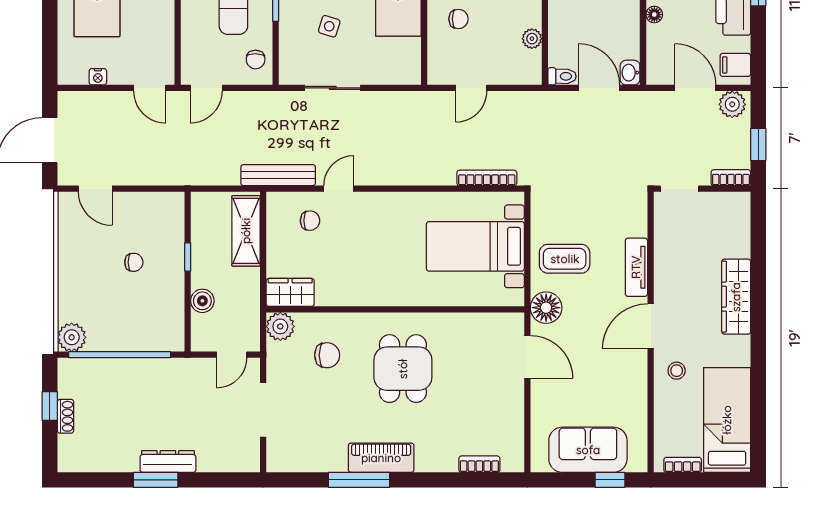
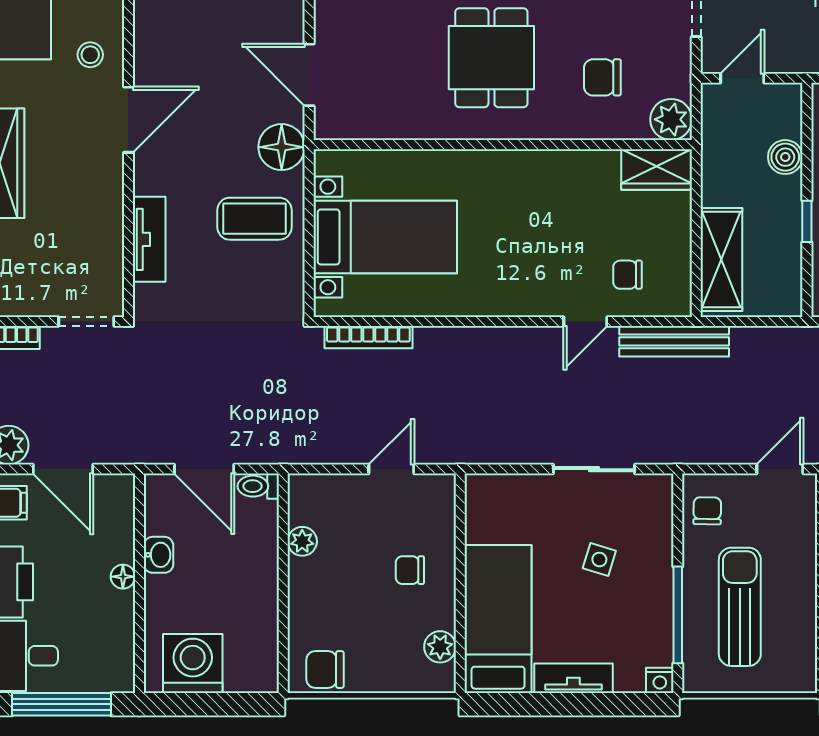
washbasin: (630, 73) -> (159, 555), moved
tv unit: (636, 267) -> (149, 239), moved

